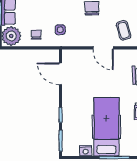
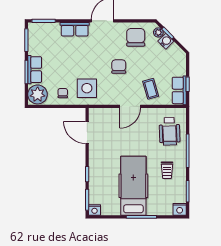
side table: (60, 30) -> (87, 88), width x1.87, depth x1.87
door: (103, 48) -> (130, 106), hinge flipped
nightstand: (86, 151) -> (94, 210), moved

